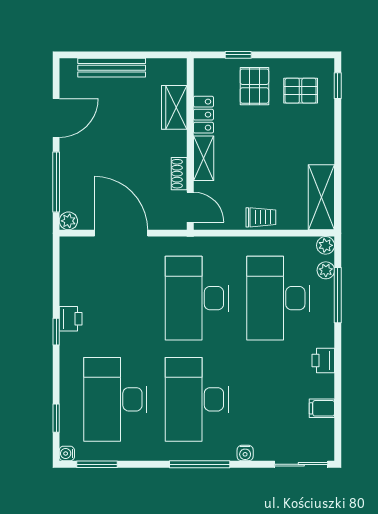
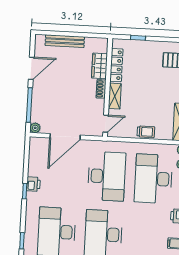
pallet: (254, 86) -> (146, 56), removed
locker: (203, 115) -> (116, 65), width x1.53
shoe rack: (179, 174) -> (101, 89), moved
door: (190, 207) -> (106, 124), hinge flipped
door: (121, 233) -> (65, 137), swing flipped
desk: (197, 298) -> (107, 176), turned 180

